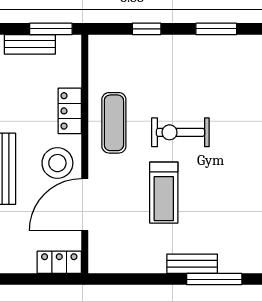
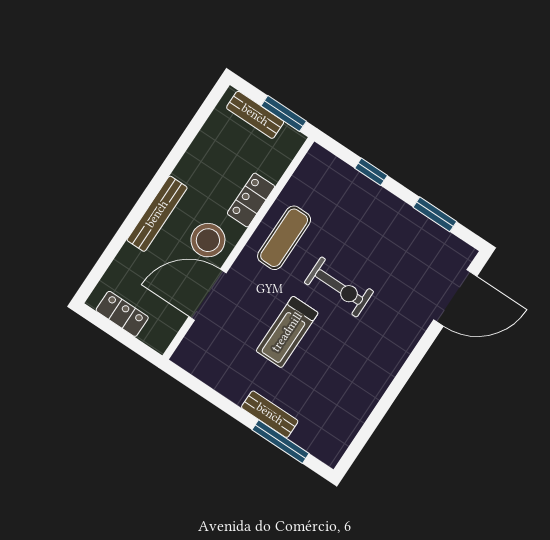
exercise bike: (180, 132) -> (339, 287), turned 180
locker: (59, 262) -> (122, 314), moved

